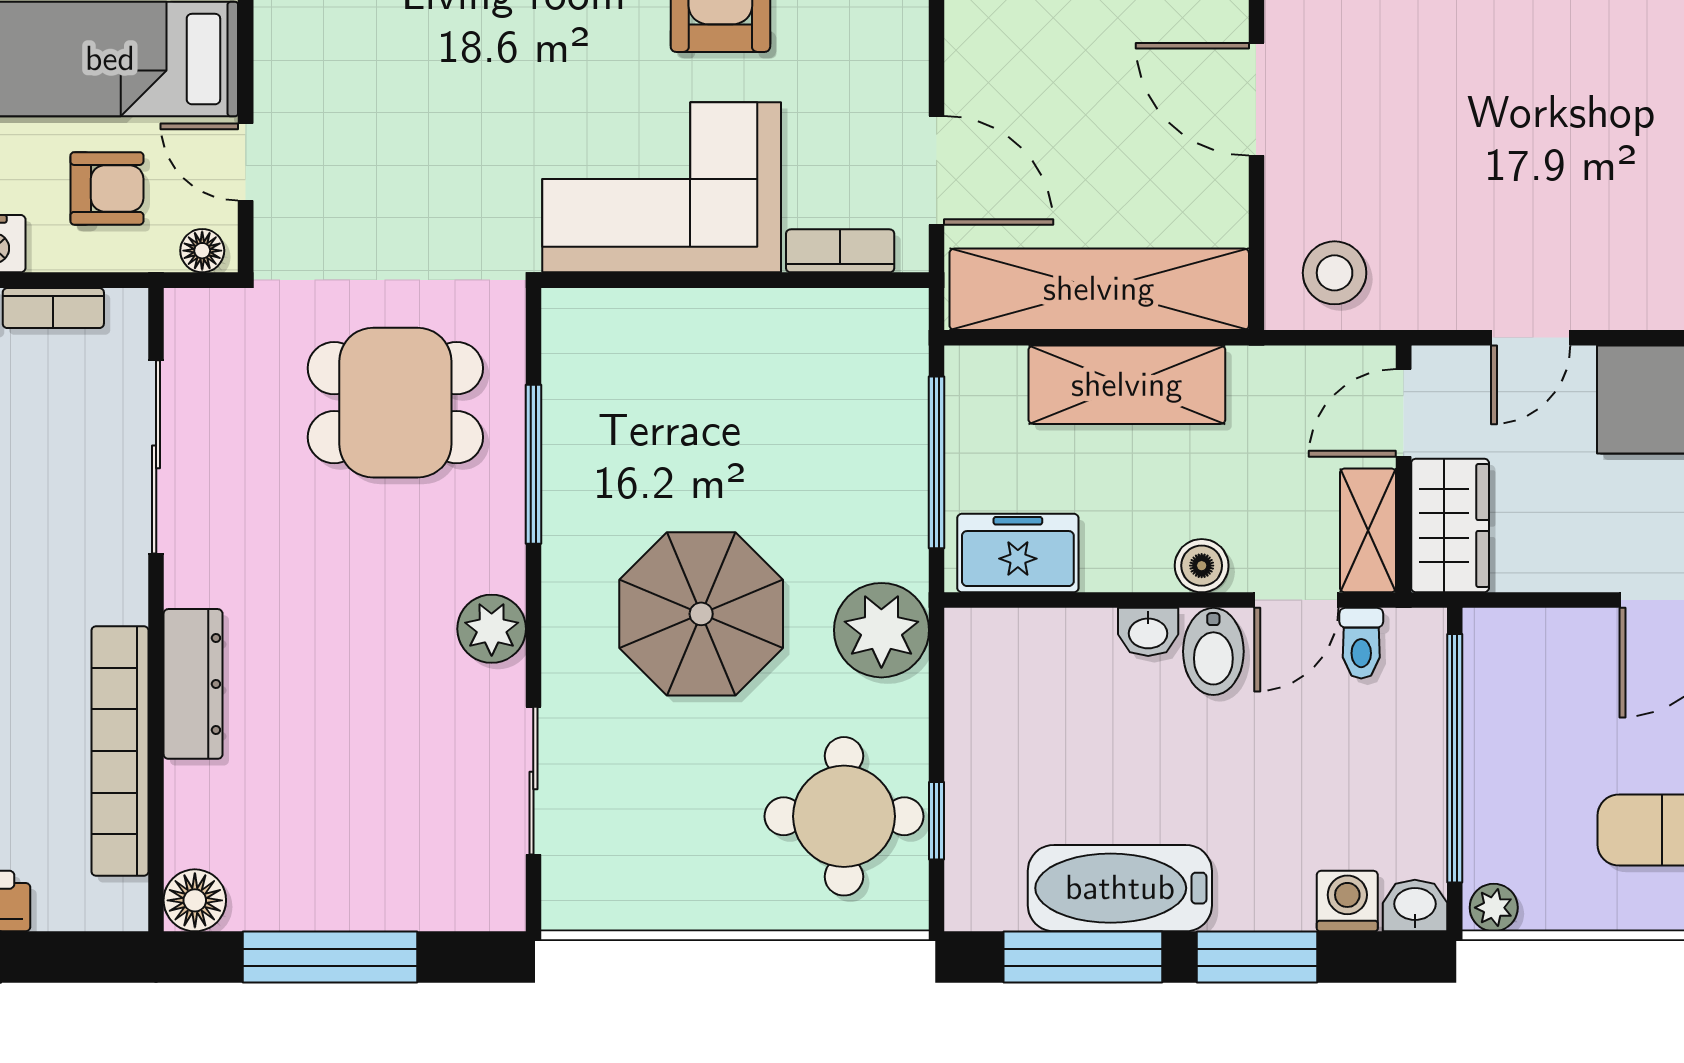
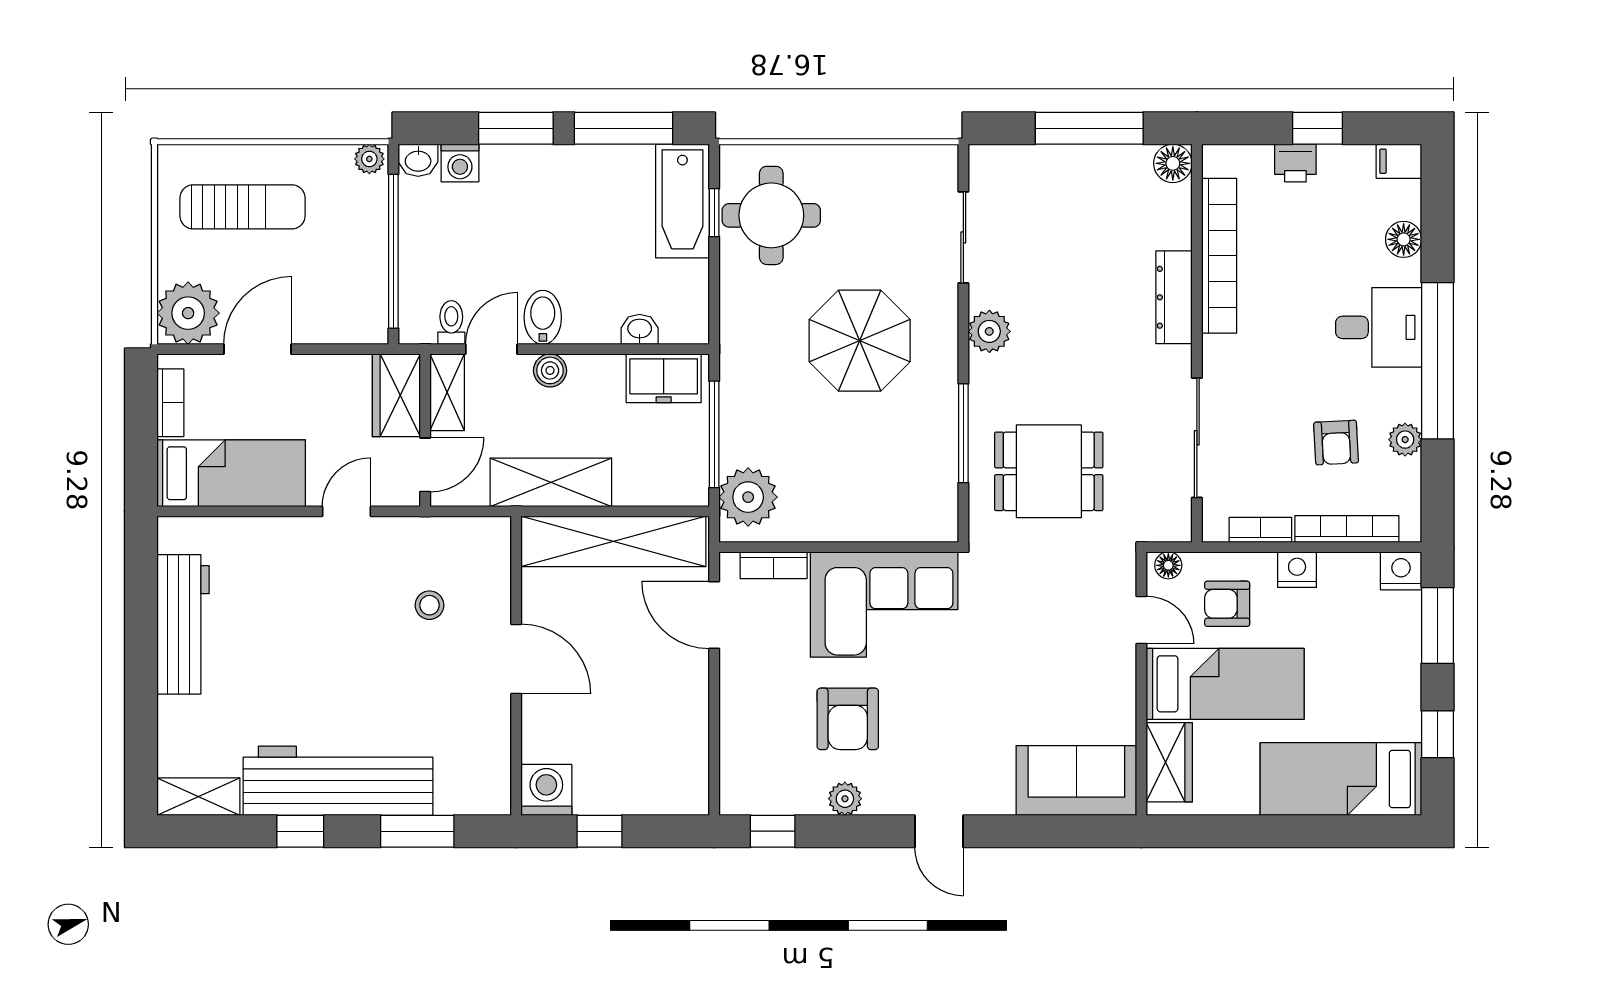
stool: (1335, 273) -> (429, 605), moved, width x0.73, depth x0.73
shelving: (1127, 385) -> (551, 482), moved
plant: (881, 630) -> (748, 497), moved
washbasin: (1148, 632) -> (640, 329), moved
bathtub: (1120, 888) -> (682, 201), moved, turned 90

